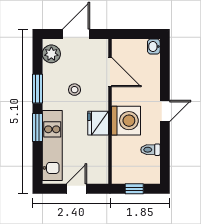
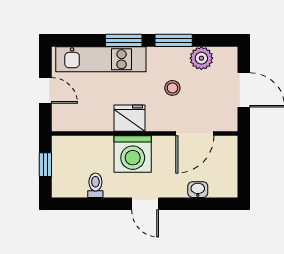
washbasin: (154, 46) -> (198, 190), moved
plant: (51, 54) -> (201, 58), moved

